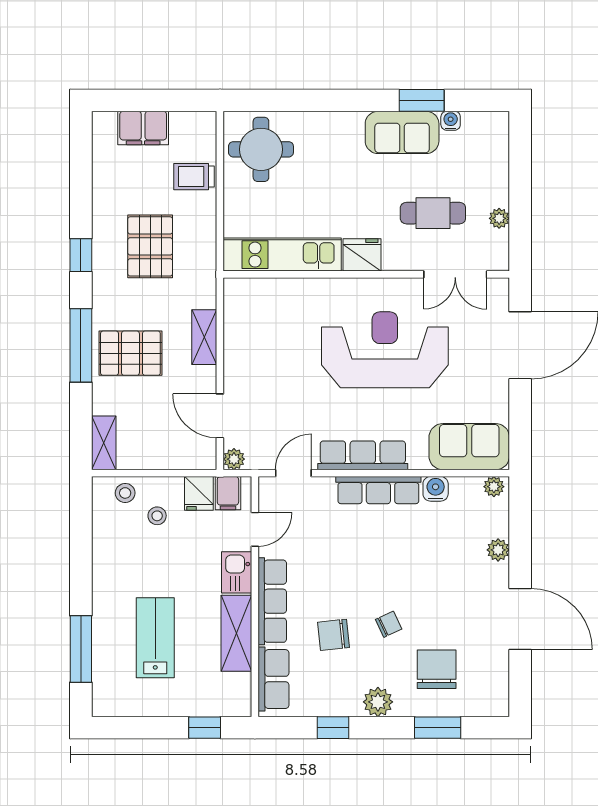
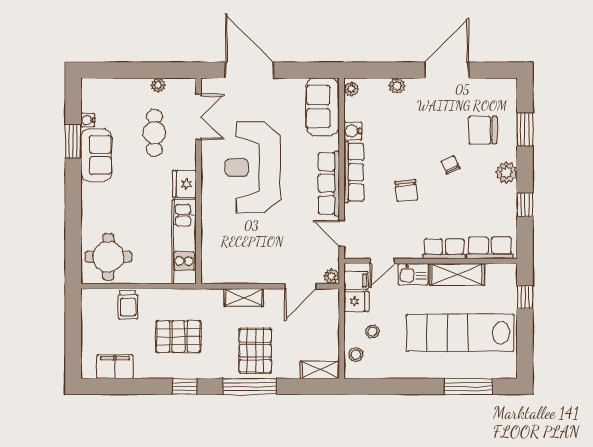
filing cabinet: (143, 128) -> (115, 367), moved, turned -90
door: (255, 529) -> (382, 261), swing flipped
row of seats: (272, 601) -> (444, 249), width x0.68
chair: (334, 635) -> (406, 191), moved
lab bench: (155, 638) -> (460, 333), width x1.86, depth x1.39

